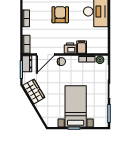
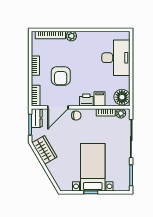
armchair: (60, 15) -> (61, 76), moved, turned 180
floor lamp: (101, 46) -> (122, 97), added

